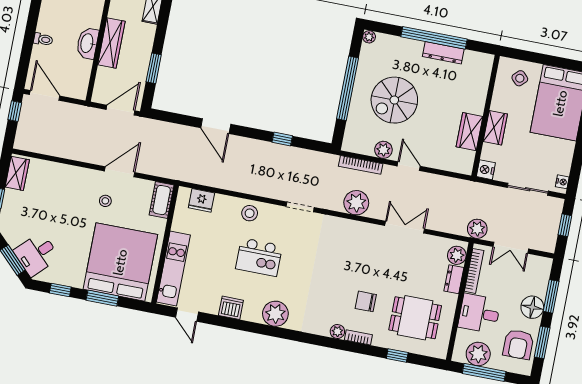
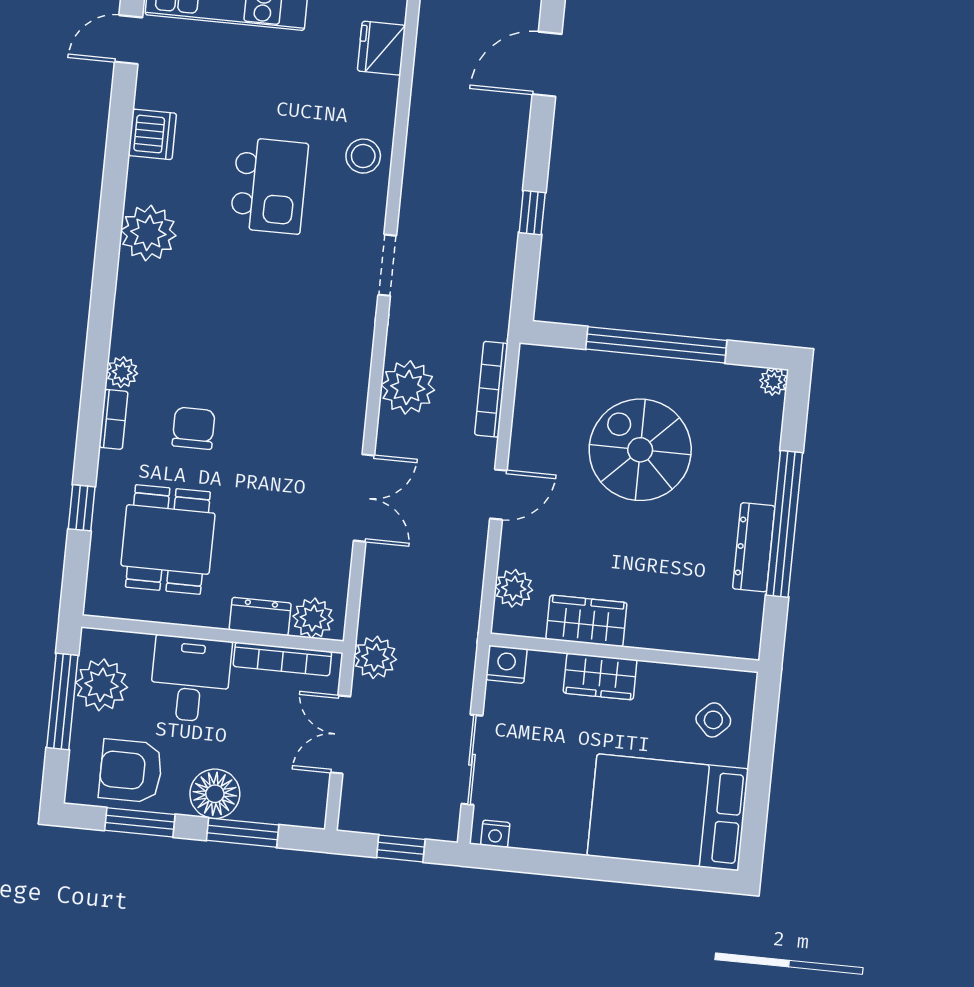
plant: (383, 150) -> (514, 588), moved
kitchen island: (259, 257) -> (269, 186), turned 180

